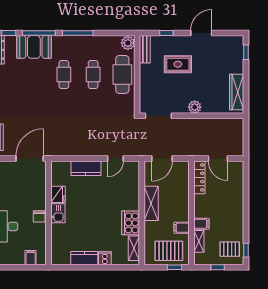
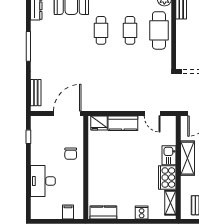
door: (115, 158) -> (152, 114), hinge flipped
fridge: (58, 194) -> (99, 123), moved, turned 90
kitchen sink: (58, 213) -> (169, 155), moved, turned 180
chair: (39, 216) -> (71, 154), moved
kitchen counter: (84, 258) -> (103, 212), moved

